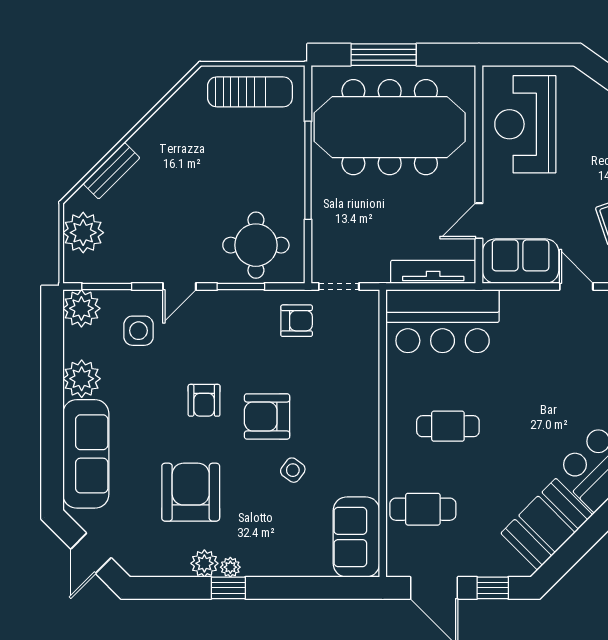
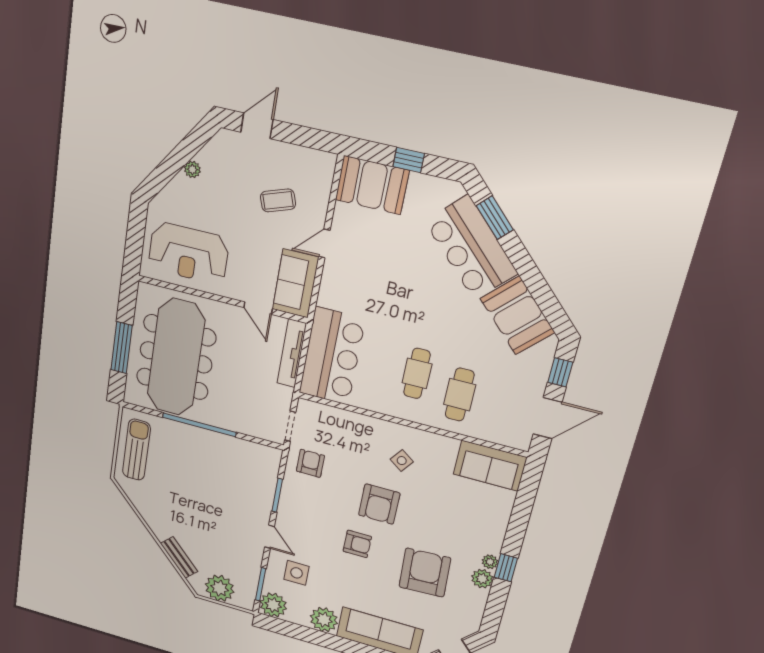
round table: (256, 245) -> (248, 476), removed
side table: (293, 470) -> (402, 461), moved
armchair: (191, 492) -> (425, 573), turned 87
cafe table: (423, 509) -> (460, 395), moved

